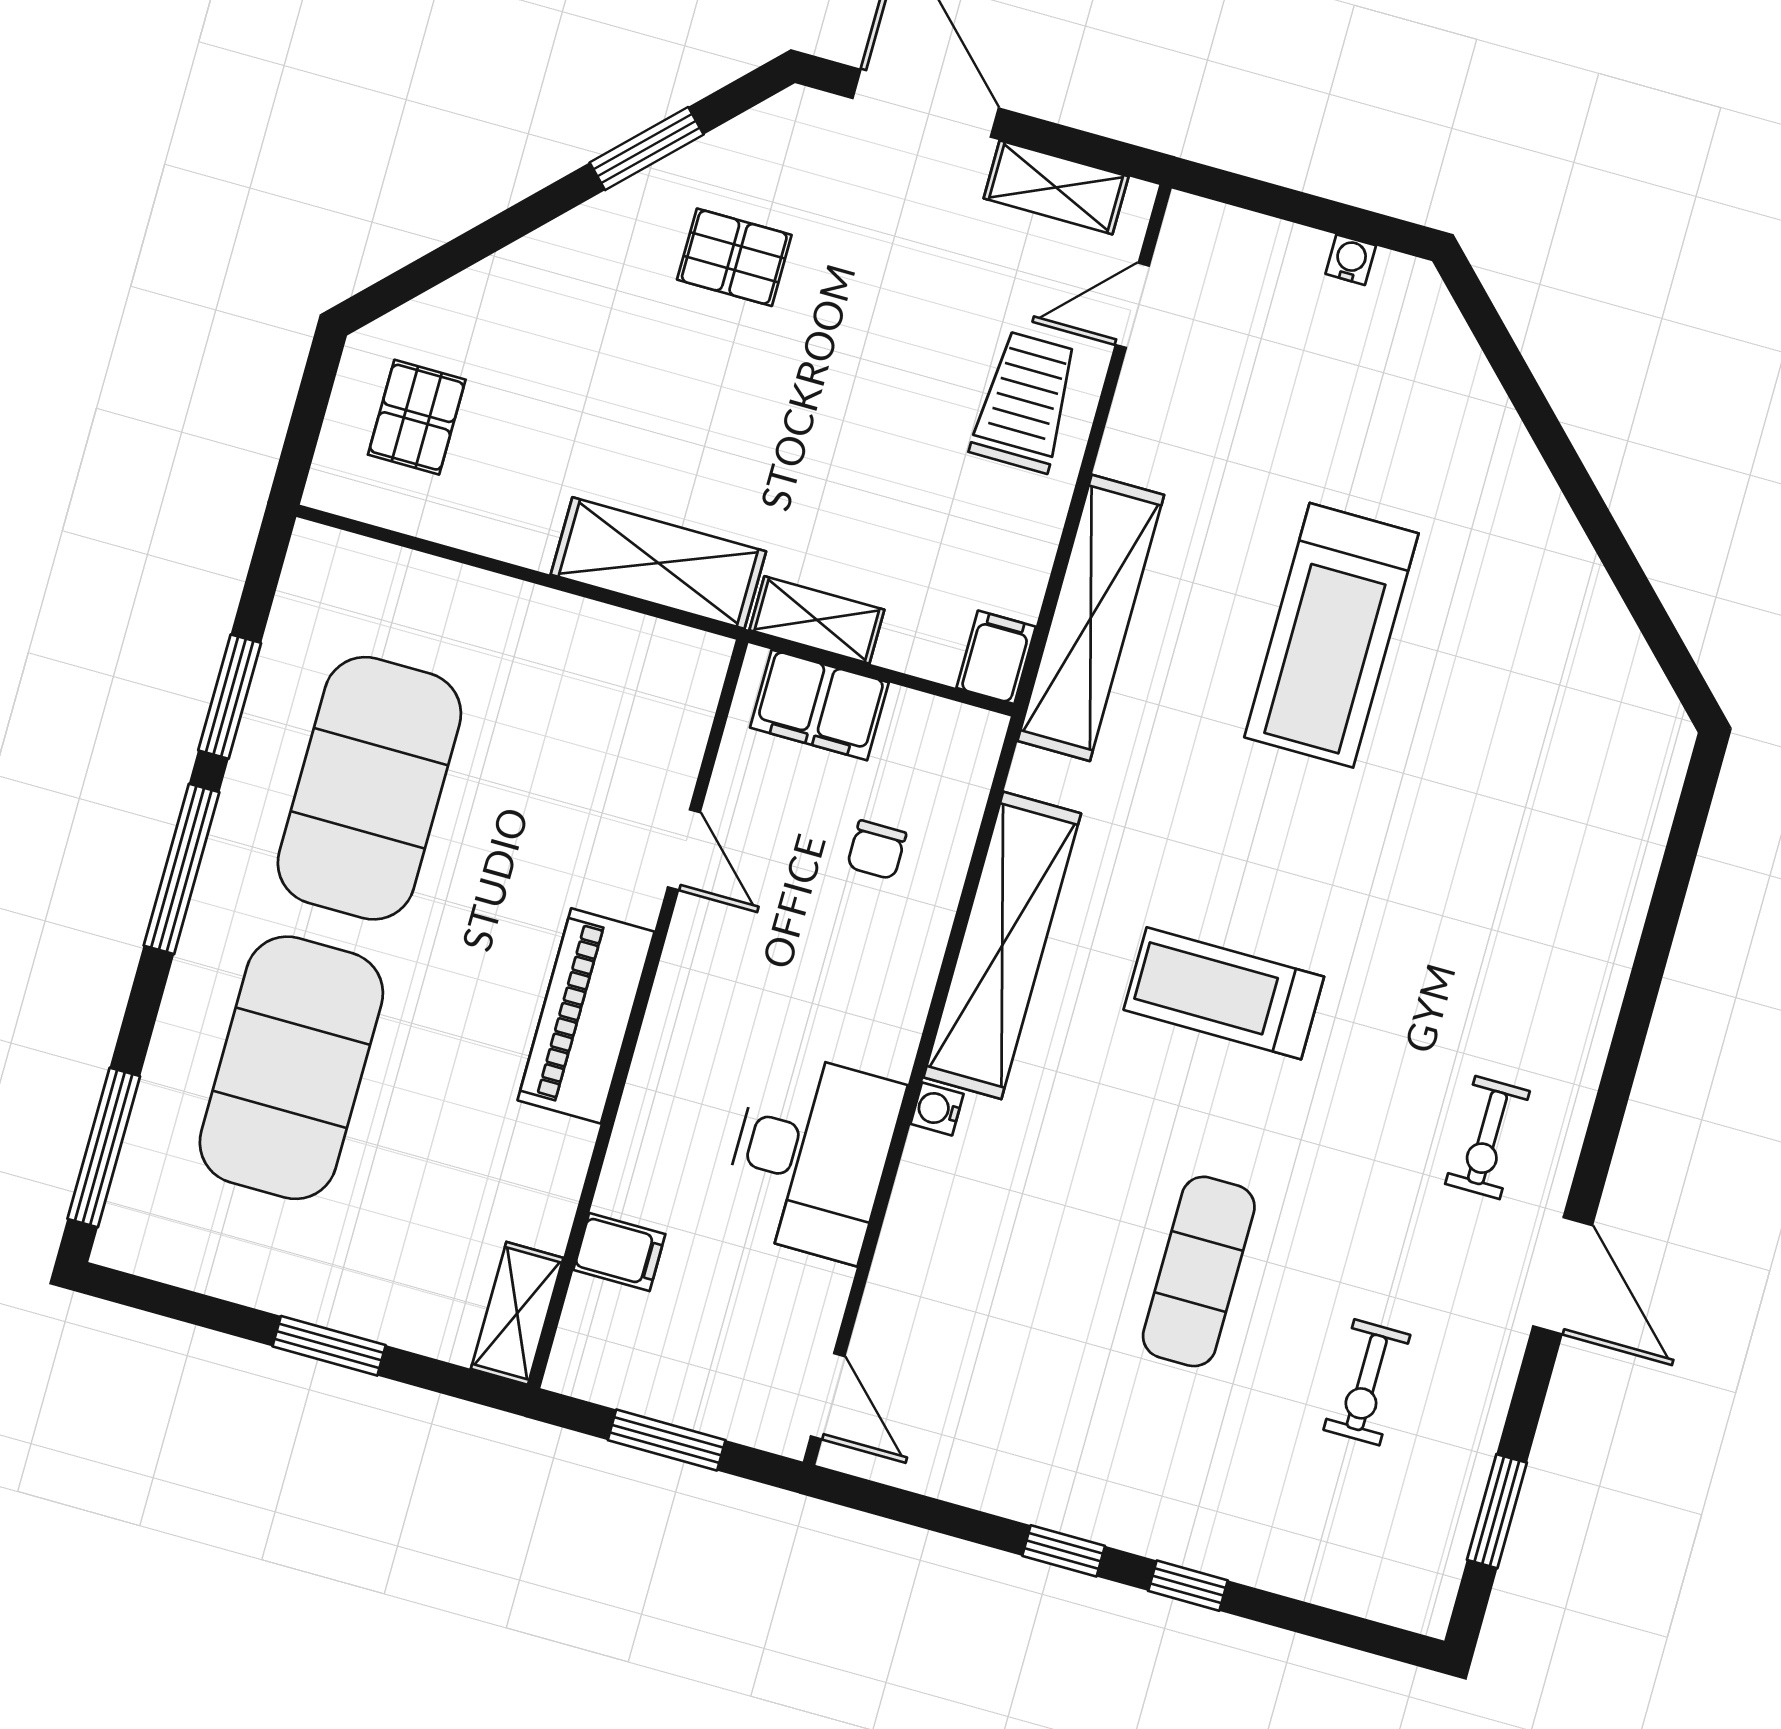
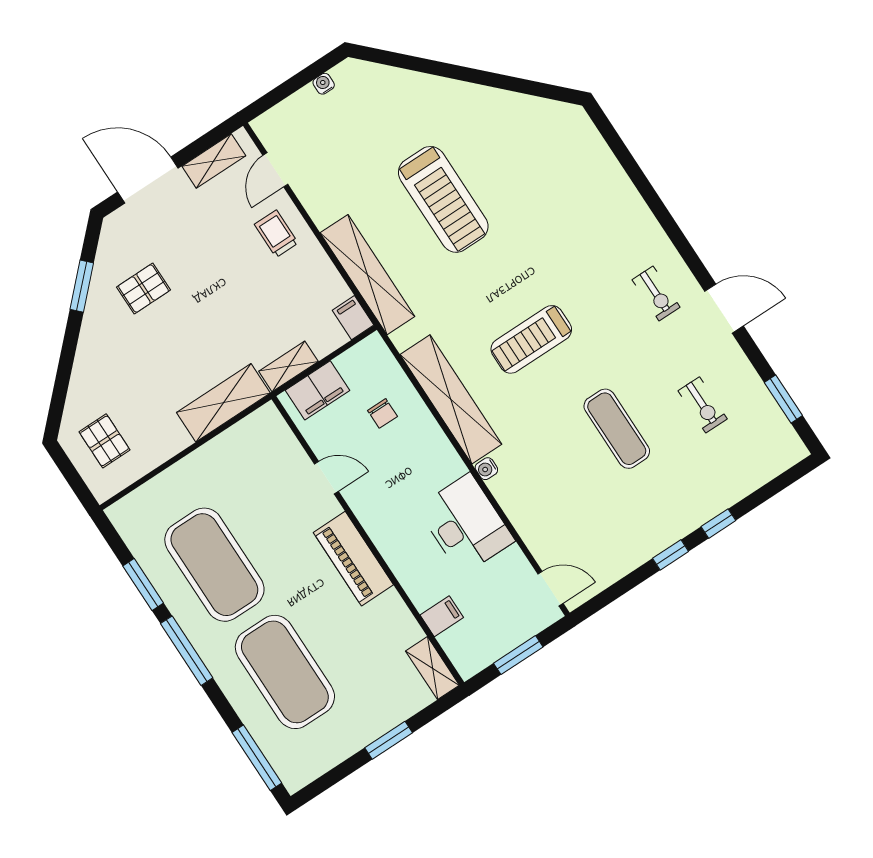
trolley: (1025, 402) -> (276, 234), width x0.73, depth x0.72

